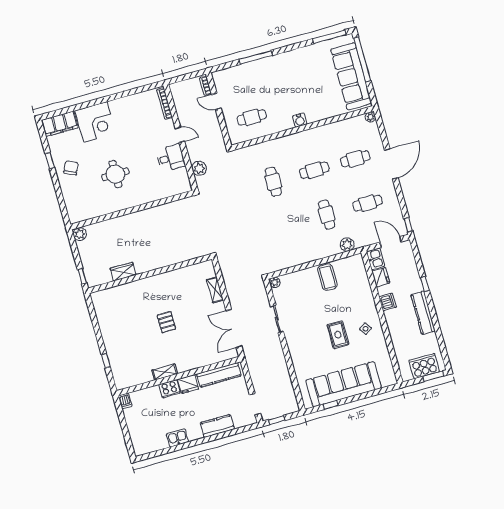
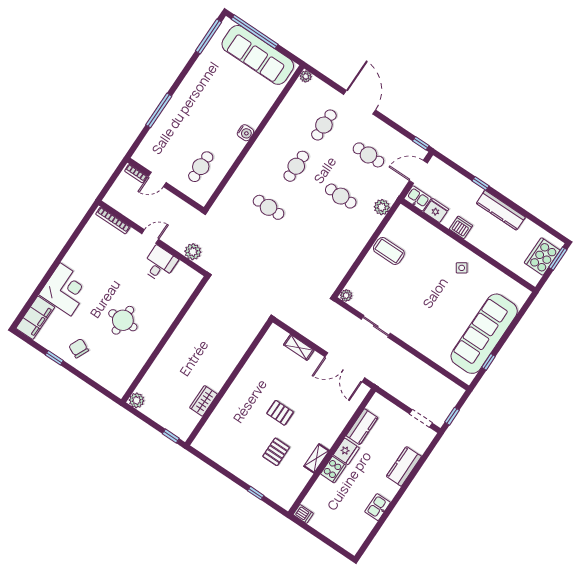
cafe table: (368, 203) -> (368, 155), turned 90
rug: (338, 335) -> (442, 294), removed
pallet: (142, 345) -> (276, 452), added
kitchen counter: (219, 375) -> (362, 427), width x0.67

